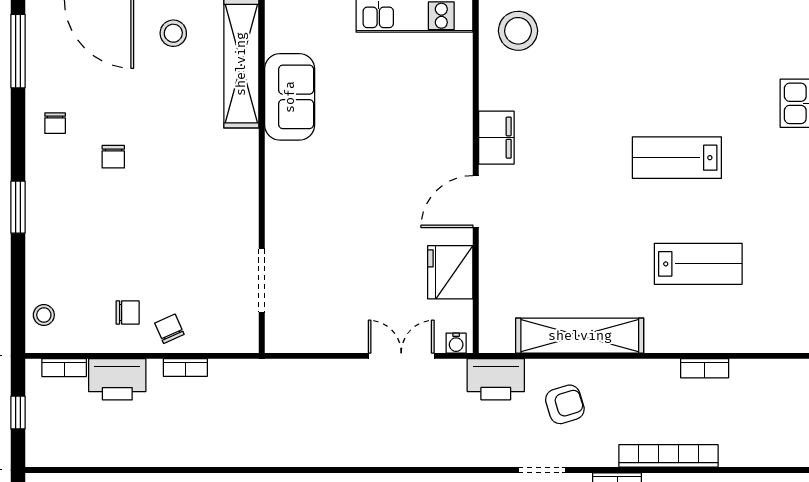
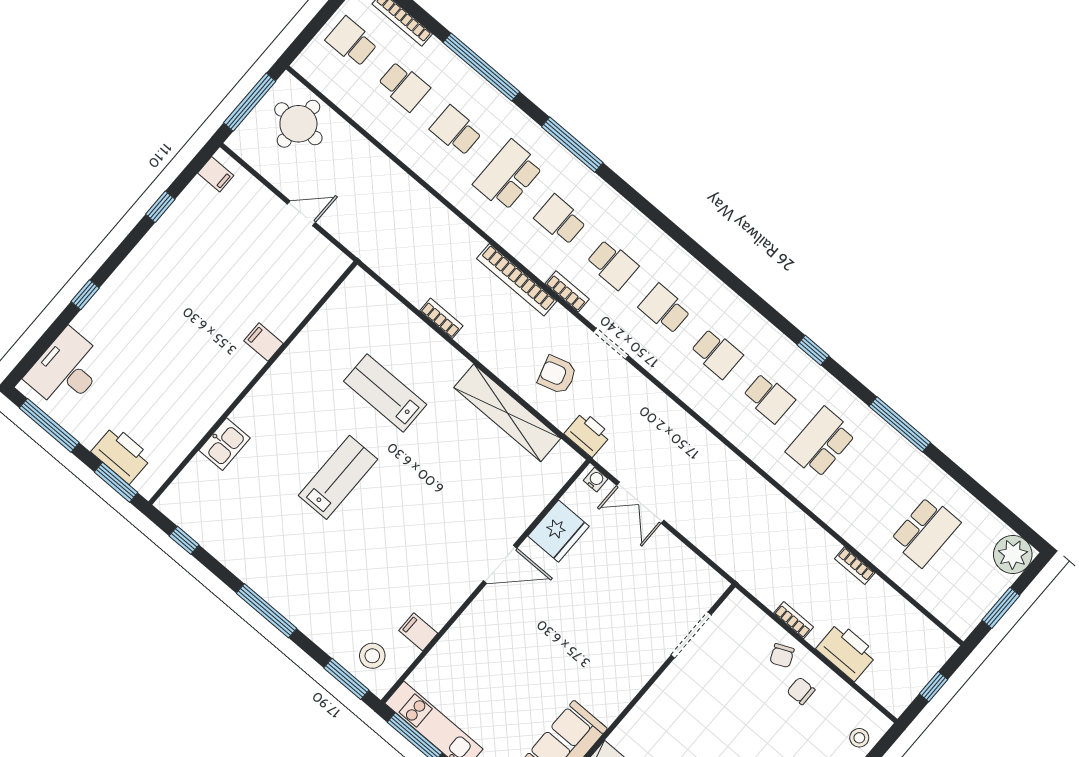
stool: (518, 31) -> (372, 656), width x0.73, depth x0.73
filing cabinet: (496, 138) -> (418, 632), moved, width x0.50
lab bench: (677, 158) -> (338, 477), turned -90
bookcase: (64, 368) -> (855, 566), moved, turned 180
printer: (496, 379) -> (588, 434), width x0.73, depth x0.84

